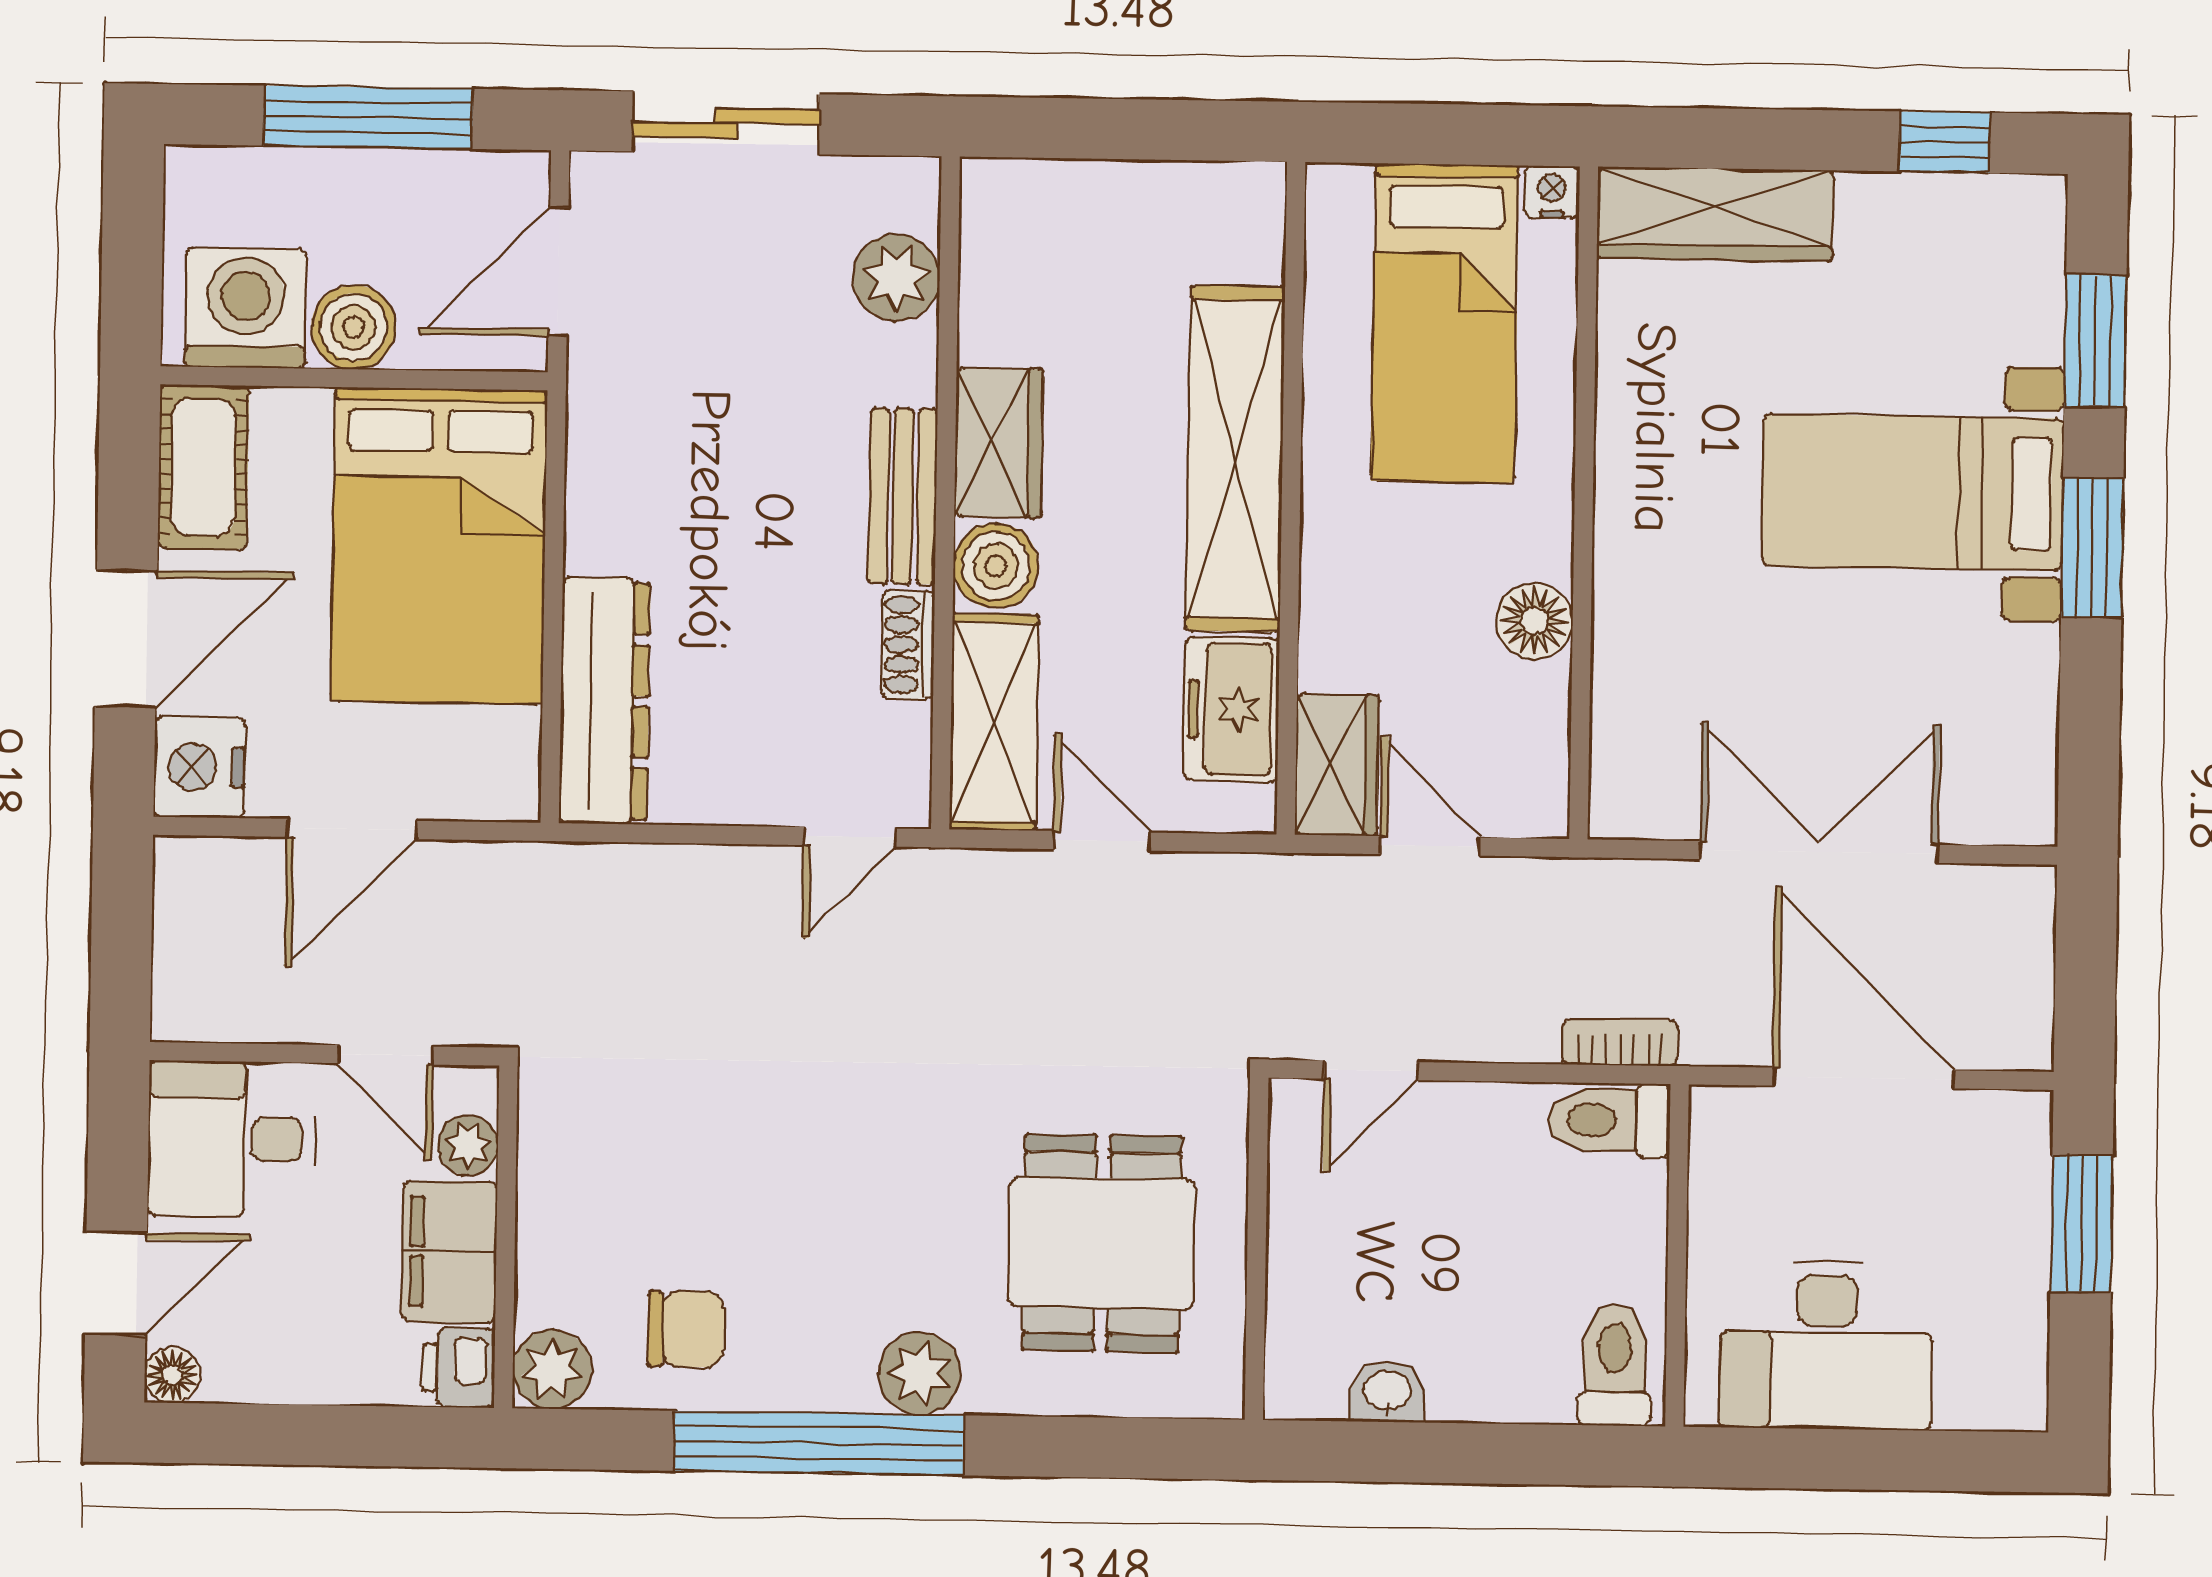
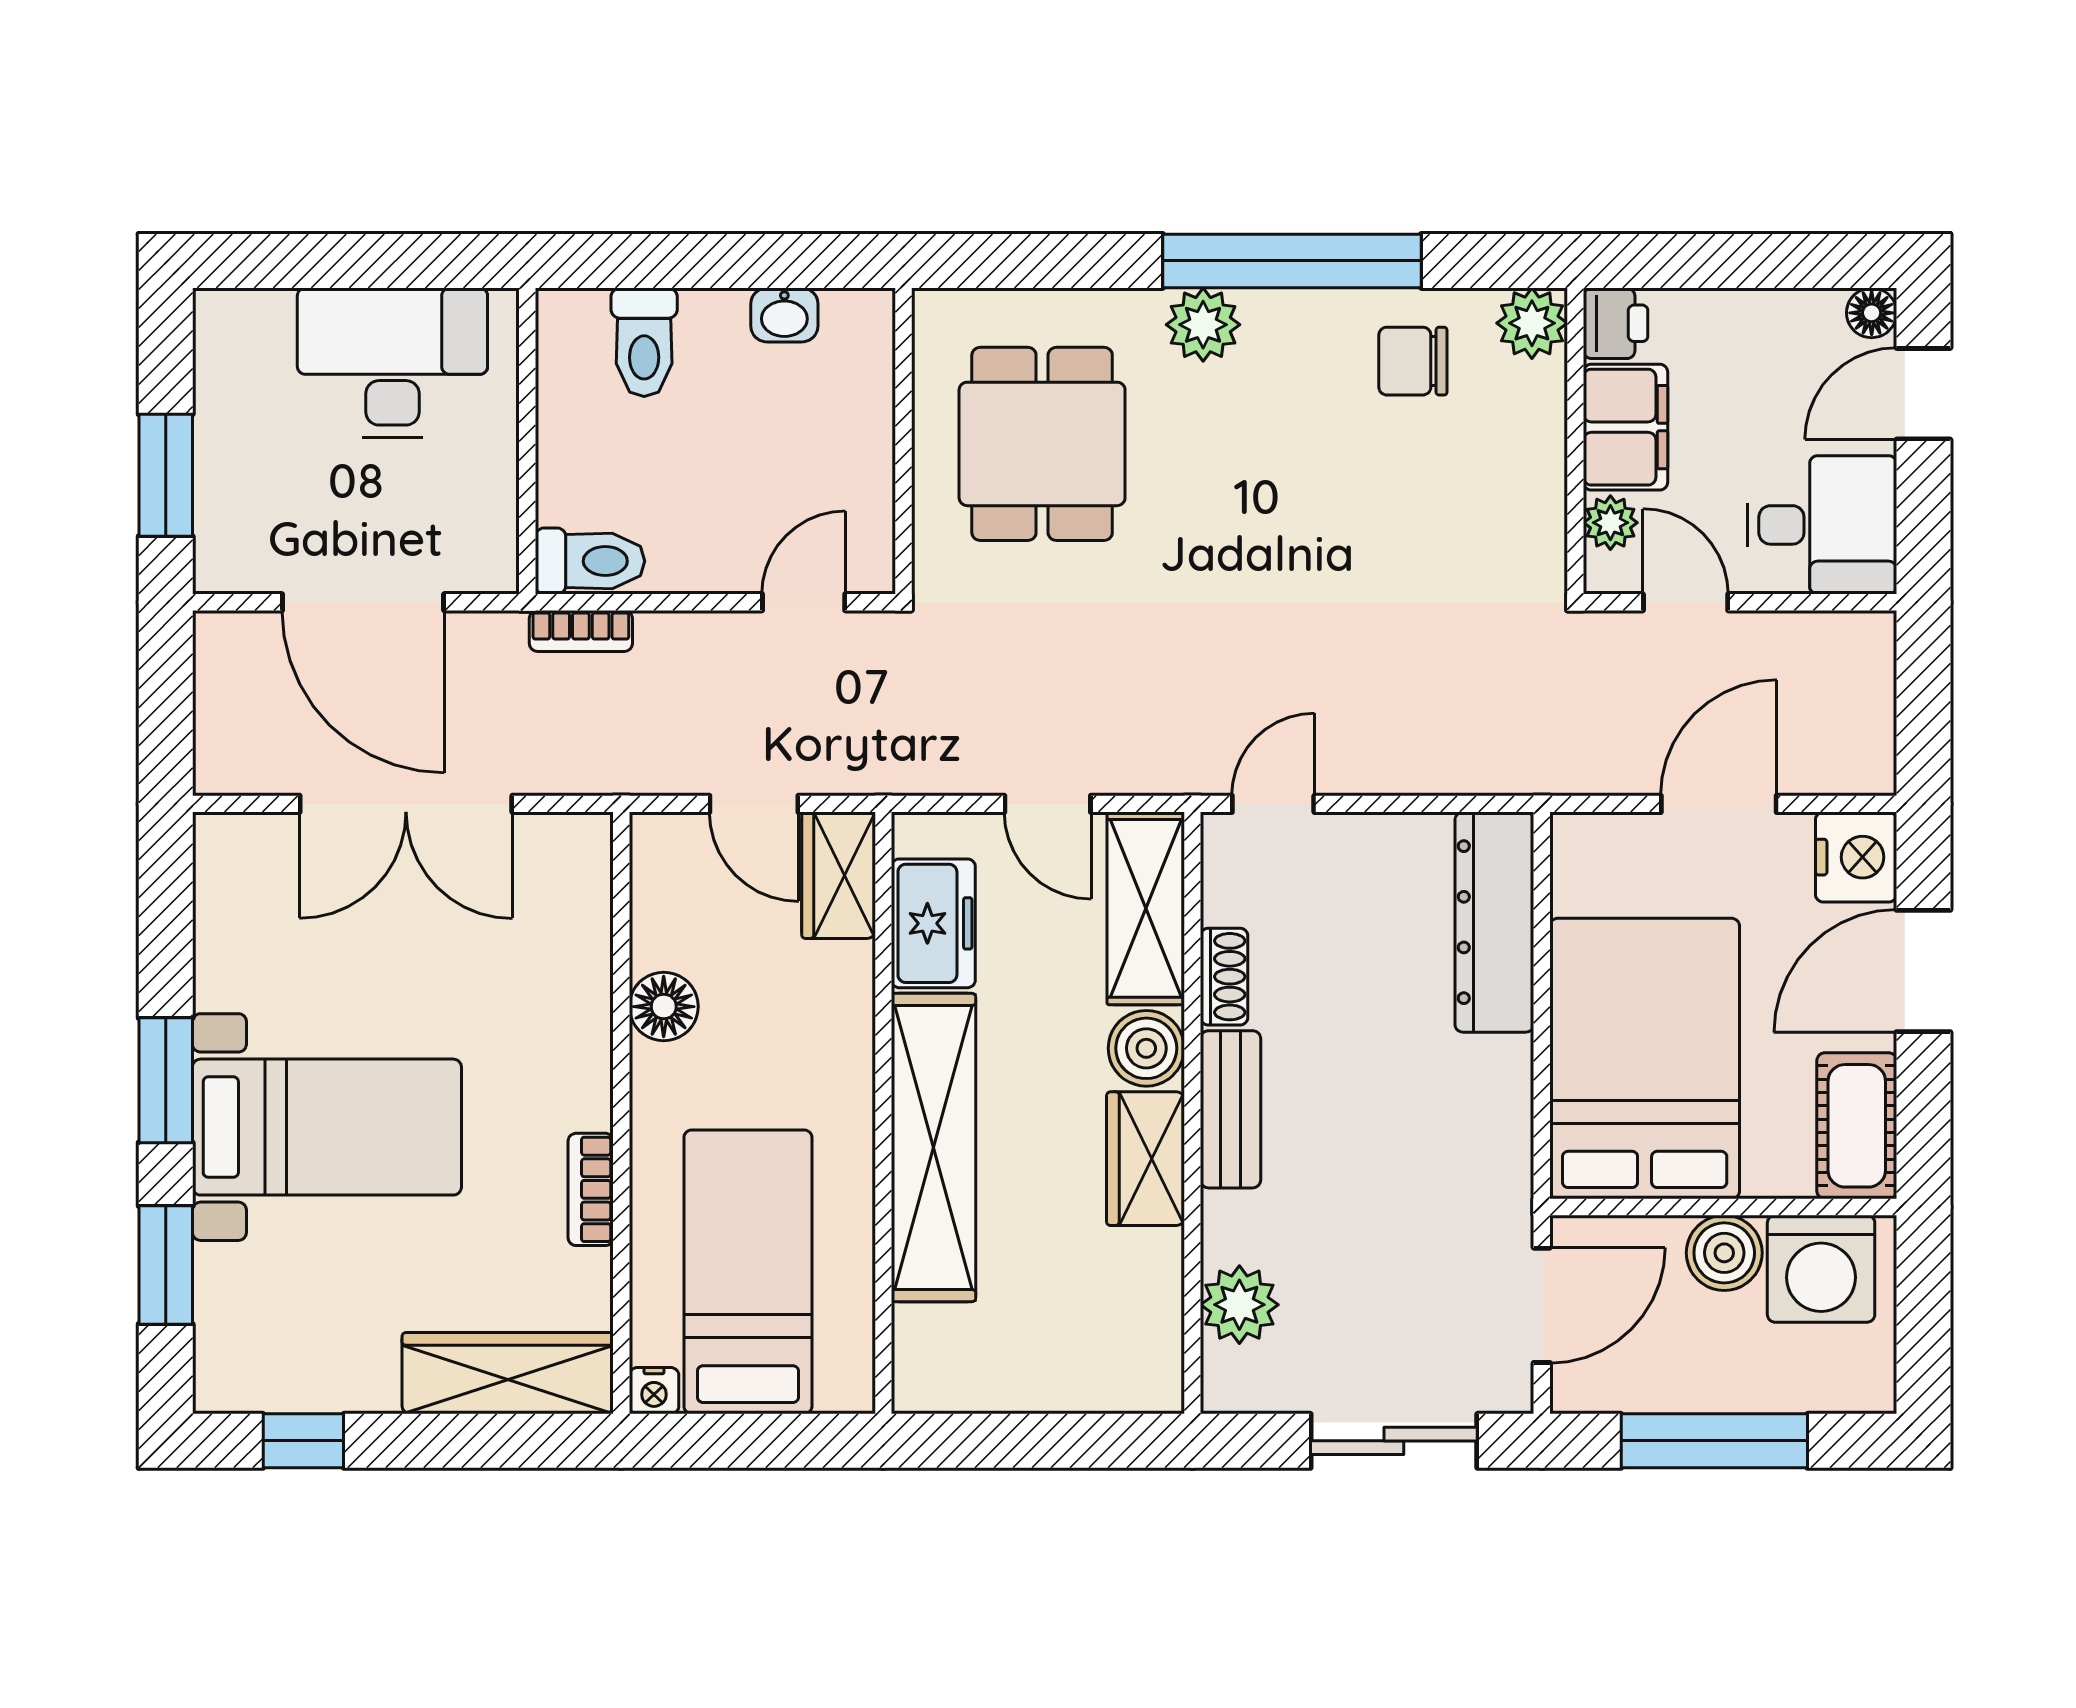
bookcase: (1619, 418) -> (591, 1189), added
toilet: (1615, 1365) -> (644, 342), moved

